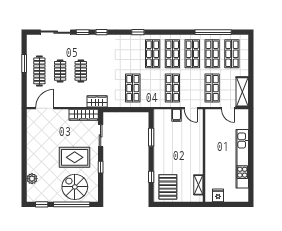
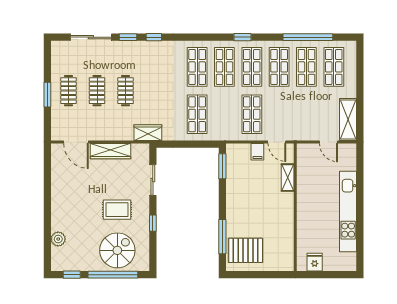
window: (138, 32) -> (242, 37), moved
window: (24, 64) -> (47, 95), moved
clothes rail: (39, 71) -> (68, 91), width x0.73
shop shelf: (212, 88) -> (197, 67), moved
door: (45, 108) -> (76, 142), swing flipped
wardrobe: (84, 115) -> (110, 151), moved
window: (151, 137) -> (222, 166), moved
rug: (75, 157) -> (117, 210), width x0.73, depth x0.70
window: (151, 177) -> (222, 237), width x2.17
shelving: (198, 185) -> (288, 178), moved
spiral stairs: (75, 187) -> (117, 250), turned 90
pallet: (168, 187) -> (246, 250), turned 90

